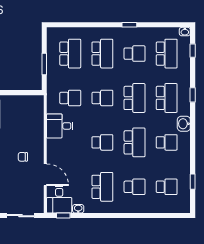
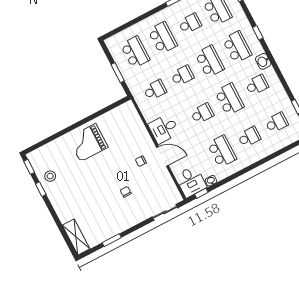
desk: (60, 126) -> (164, 129), moved
door: (45, 175) -> (163, 156), moved

